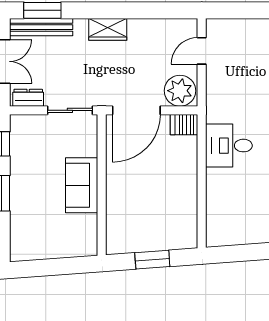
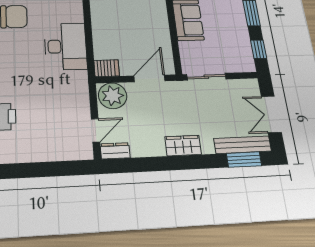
dresser: (28, 98) -> (115, 151), moved, turned 180
door: (136, 110) -> (149, 78), width x0.73
desk: (229, 146) -> (66, 46), width x1.37

